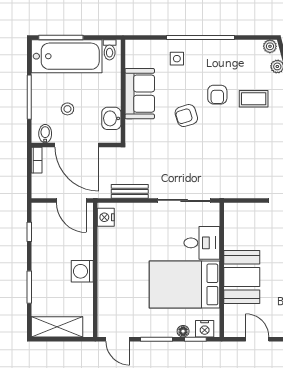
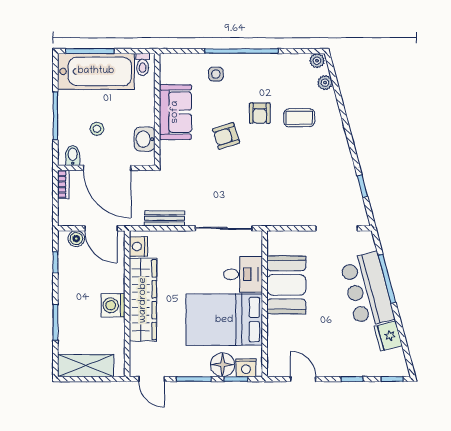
boiler: (48, 210) -> (76, 239), added
wardrobe: (110, 266) -> (143, 300), added
booth: (242, 277) -> (286, 285), moved
floor lamp: (183, 331) -> (223, 365), width x1.89, depth x1.89

